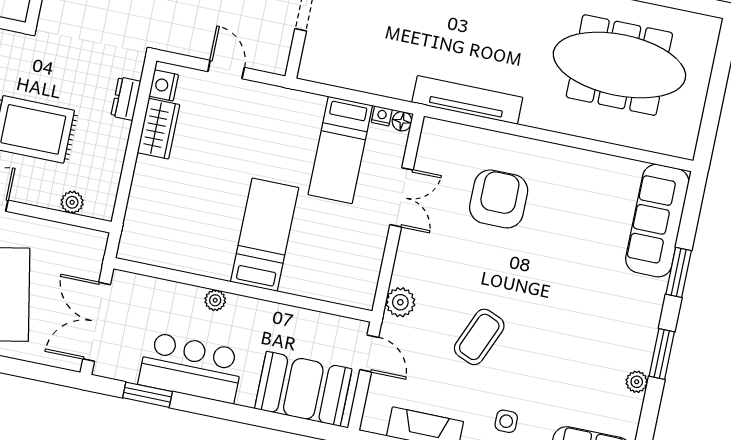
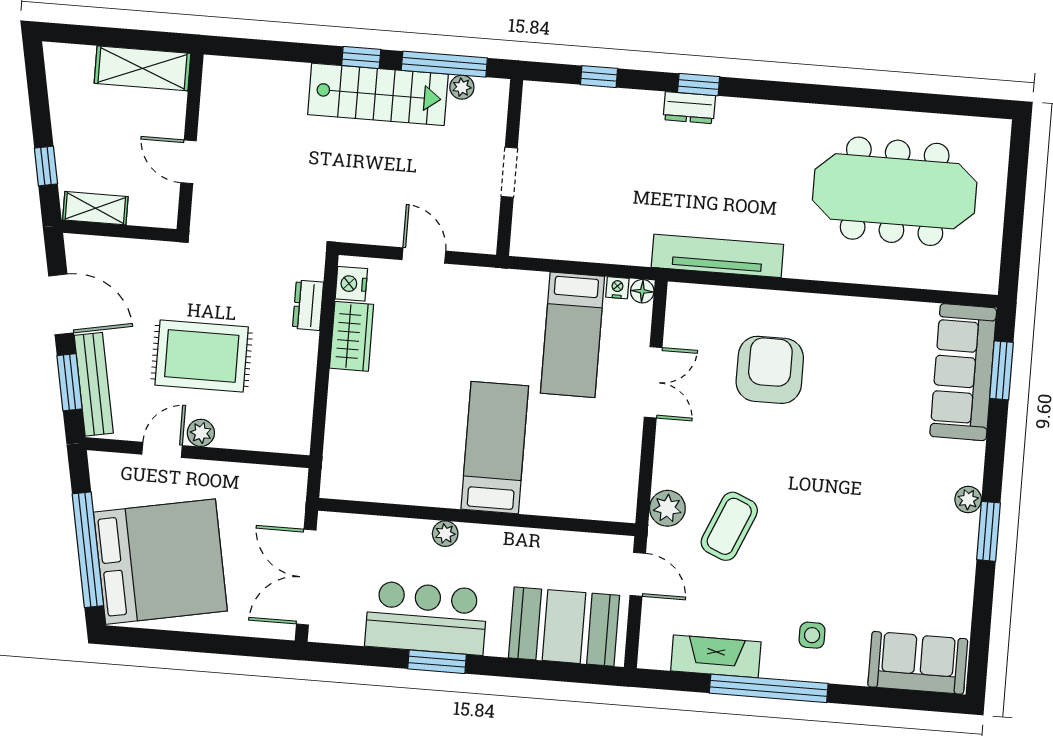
plant: (72, 202) -> (201, 433), moved
window: (679, 272) -> (1001, 370), moved
coffee table: (479, 337) -> (729, 526), moved
plant: (637, 382) -> (968, 500), moved
window: (147, 395) -> (437, 662), moved

